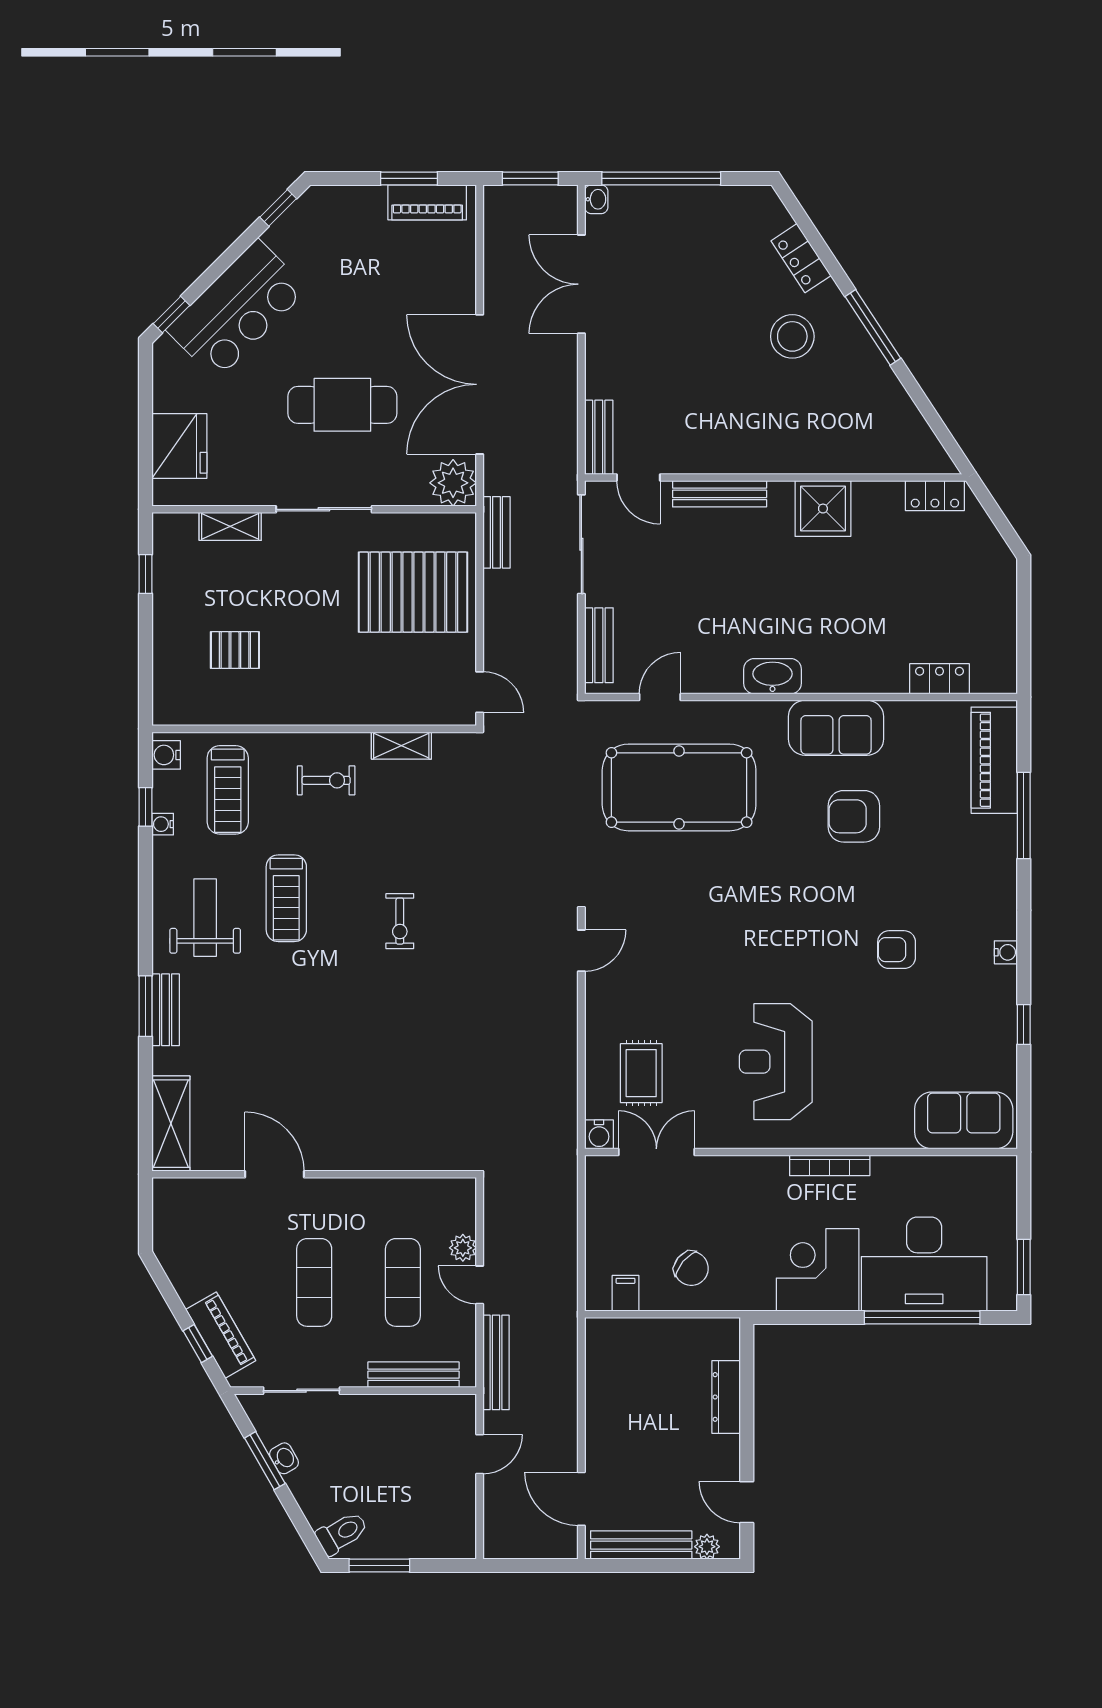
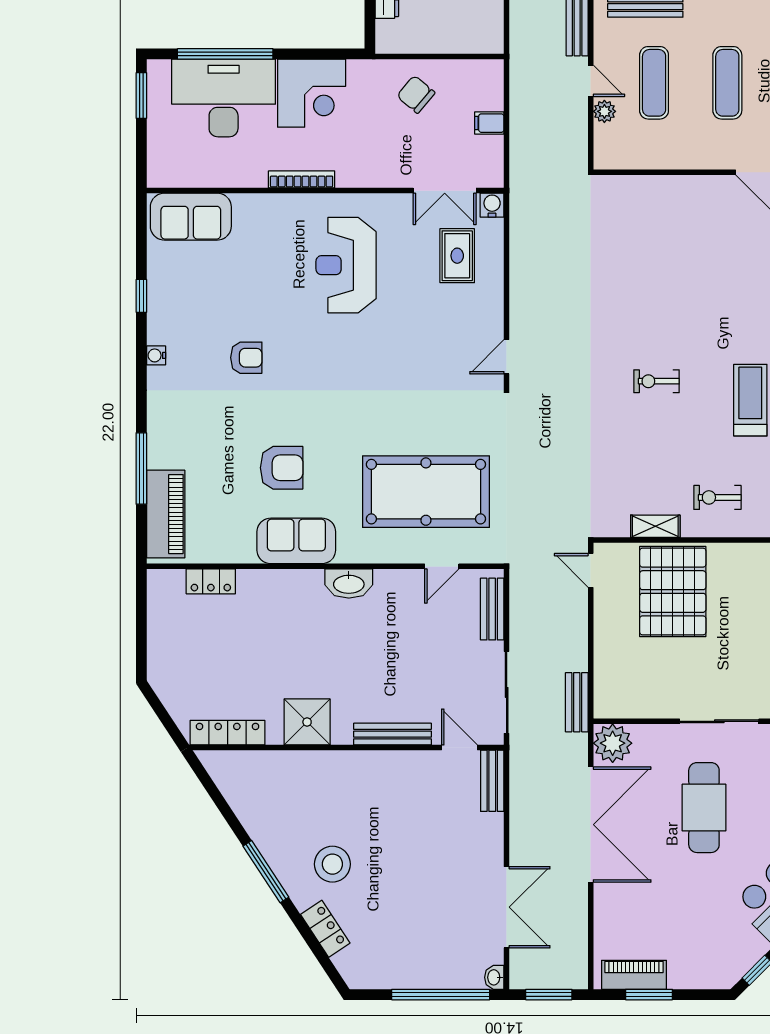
cafe table: (342, 405) -> (704, 808), turned 90
locker: (935, 496) -> (228, 733), width x1.53
pallet: (413, 592) -> (673, 592), moved, turned 90
exercise bike: (400, 921) -> (657, 381), turned -90
reception desk: (776, 1062) -> (346, 265), turned 180
filing cabinet: (626, 1293) -> (489, 123), moved, turned 90

